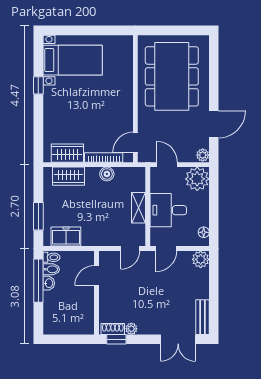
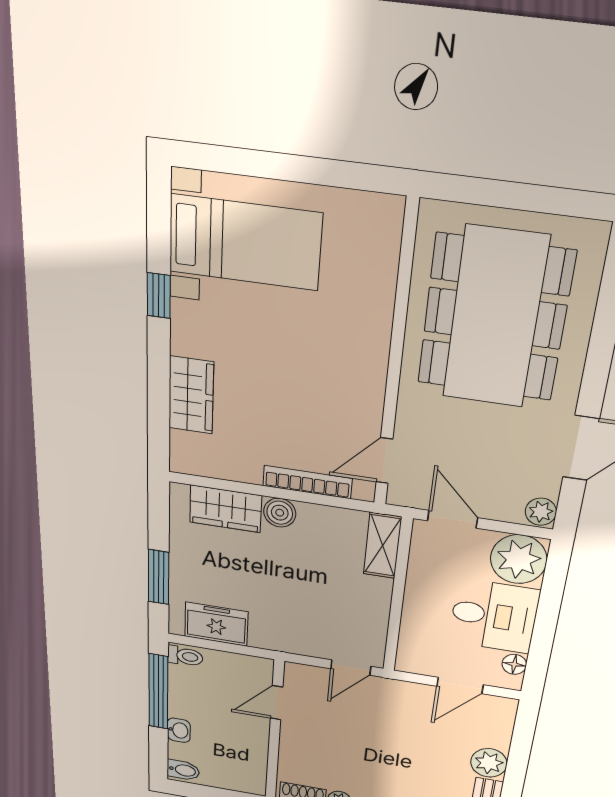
wardrobe: (67, 153) -> (191, 395), moved, turned 90
boiler: (107, 174) -> (280, 513), moved
shelving: (139, 208) -> (382, 546), moved
desk: (168, 210) -> (494, 616), moved, turned 180
door: (166, 248) -> (460, 685), moved
plant: (201, 259) -> (489, 763), moved
bidet: (51, 269) -> (183, 770), moved
washbasin: (49, 283) -> (179, 730), moved

